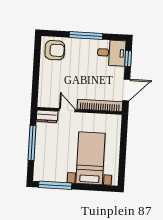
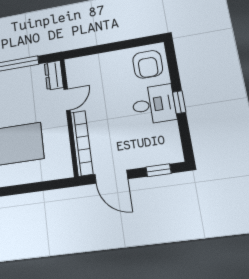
window: (86, 35) -> (179, 102), width x0.46
desk: (112, 53) -> (154, 104), moved, turned -90

